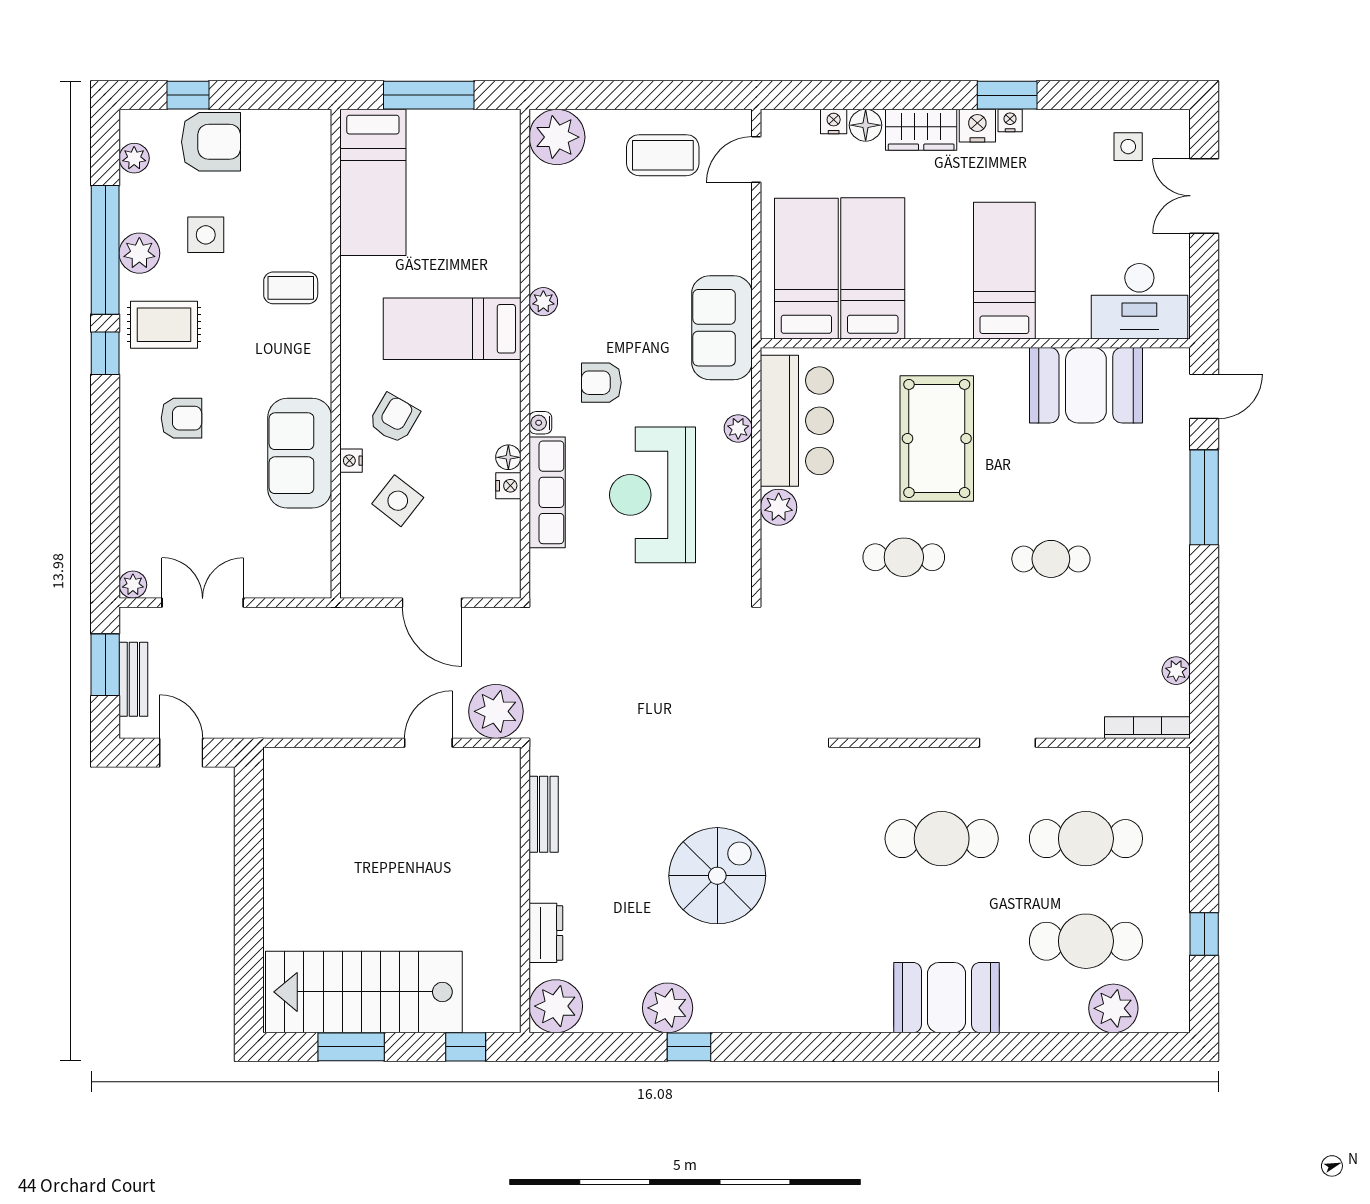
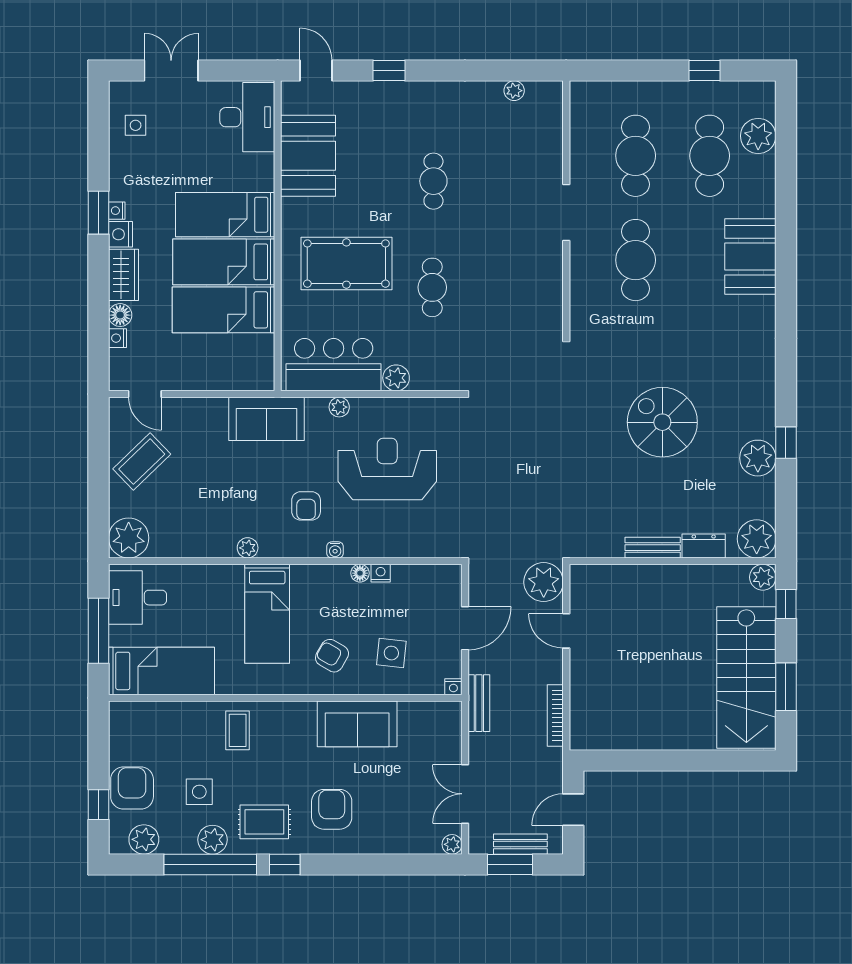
desk: (475, 149) -> (137, 598), added
coffee table: (663, 155) -> (142, 462), turned 46
plant: (134, 158) -> (144, 839), width x1.38, depth x1.38
double door: (1204, 196) -> (171, 70), swing flipped
bed: (806, 269) -> (224, 262), moved
rug: (164, 325) -> (264, 822), turned 90
armchair: (181, 418) -> (332, 809), width x1.38, depth x1.38
nightstand: (351, 461) -> (453, 687), moved
row of seats: (547, 492) -> (385, 545), removed
reception desk: (653, 495) -> (387, 469), turned 180
window: (1204, 497) -> (389, 70), width x0.46
side table: (398, 501) -> (391, 653), turned -32
bench: (328, 622) -> (479, 703), added
bookcase: (1147, 728) -> (555, 715), moved
doorway: (1007, 743) -> (566, 213), width x1.38
bench: (544, 814) -> (653, 548), moved
plant: (503, 1015) -> (763, 577), added

